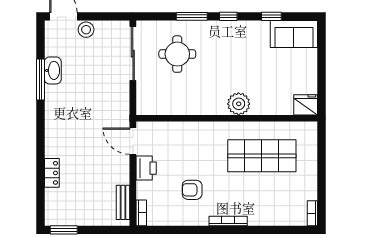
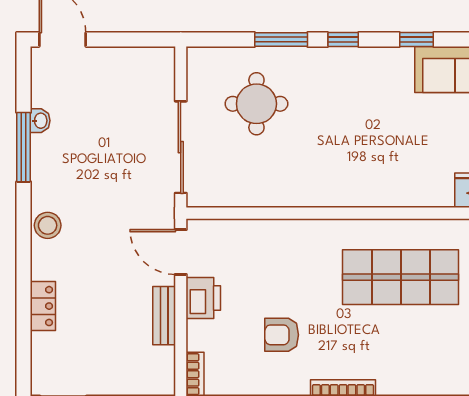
stool: (86, 30) -> (48, 225), moved
sliding door: (133, 54) -> (181, 147), moved
washbasin: (53, 70) -> (40, 121), width x0.52, depth x0.69
plant: (239, 104) -> (361, 188), removed
bench: (123, 202) -> (164, 316), moved

